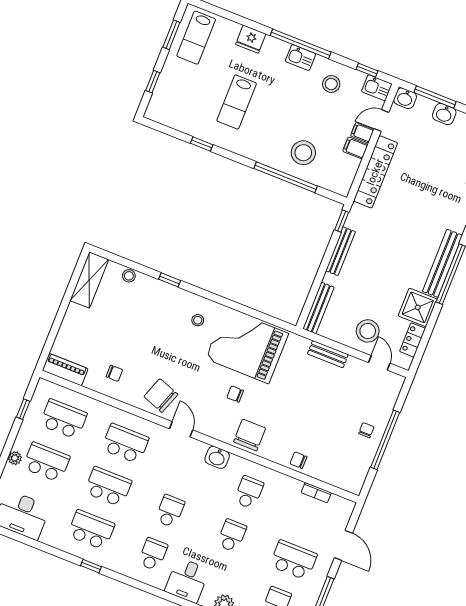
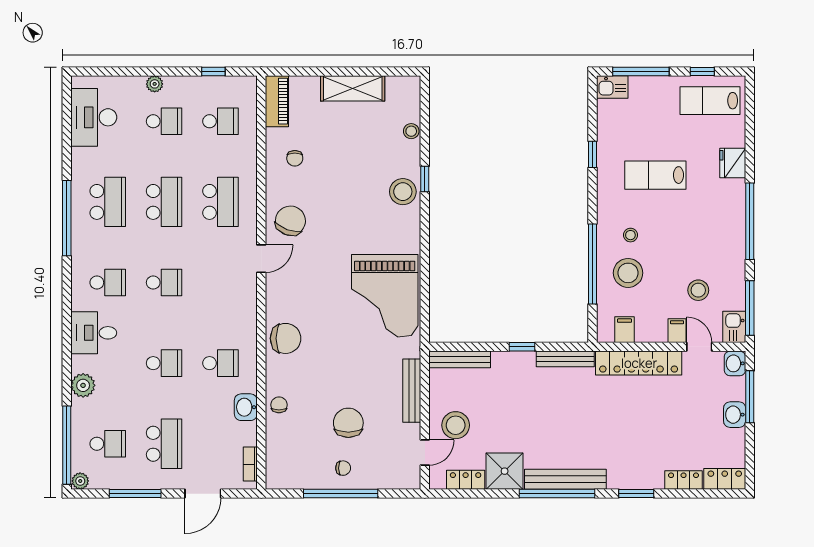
window: (171, 35) -> (702, 71), width x0.67
kitchen sink: (301, 58) -> (612, 87), moved, turned -90
window: (367, 70) -> (750, 308), width x2.17
window: (153, 82) -> (641, 71), width x2.17
stool: (331, 84) -> (698, 290), moved
stool: (275, 139) -> (630, 235), added
filing cabinet: (355, 148) -> (624, 330), moved
window: (342, 221) -> (522, 347), moved
bench: (340, 251) -> (565, 359), moved
shelving: (89, 280) -> (353, 88), moved
stool: (198, 320) -> (403, 192), moved, width x1.89, depth x1.89
grand piano: (247, 346) -> (385, 296), turned 180
bench: (328, 354) -> (412, 391), width x1.36
chair: (235, 394) -> (348, 423), moved, width x1.87, depth x1.87
school desk: (63, 419) -> (220, 121), width x0.54
washbasin: (217, 457) -> (246, 407), moved
school desk: (46, 462) -> (164, 121), width x0.54
bookcase: (316, 493) -> (250, 464), moved
window: (91, 566) -> (67, 218), width x3.17

